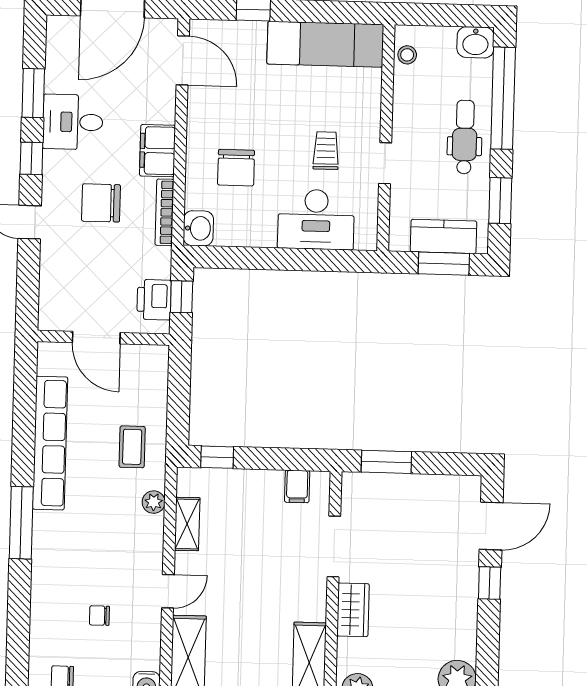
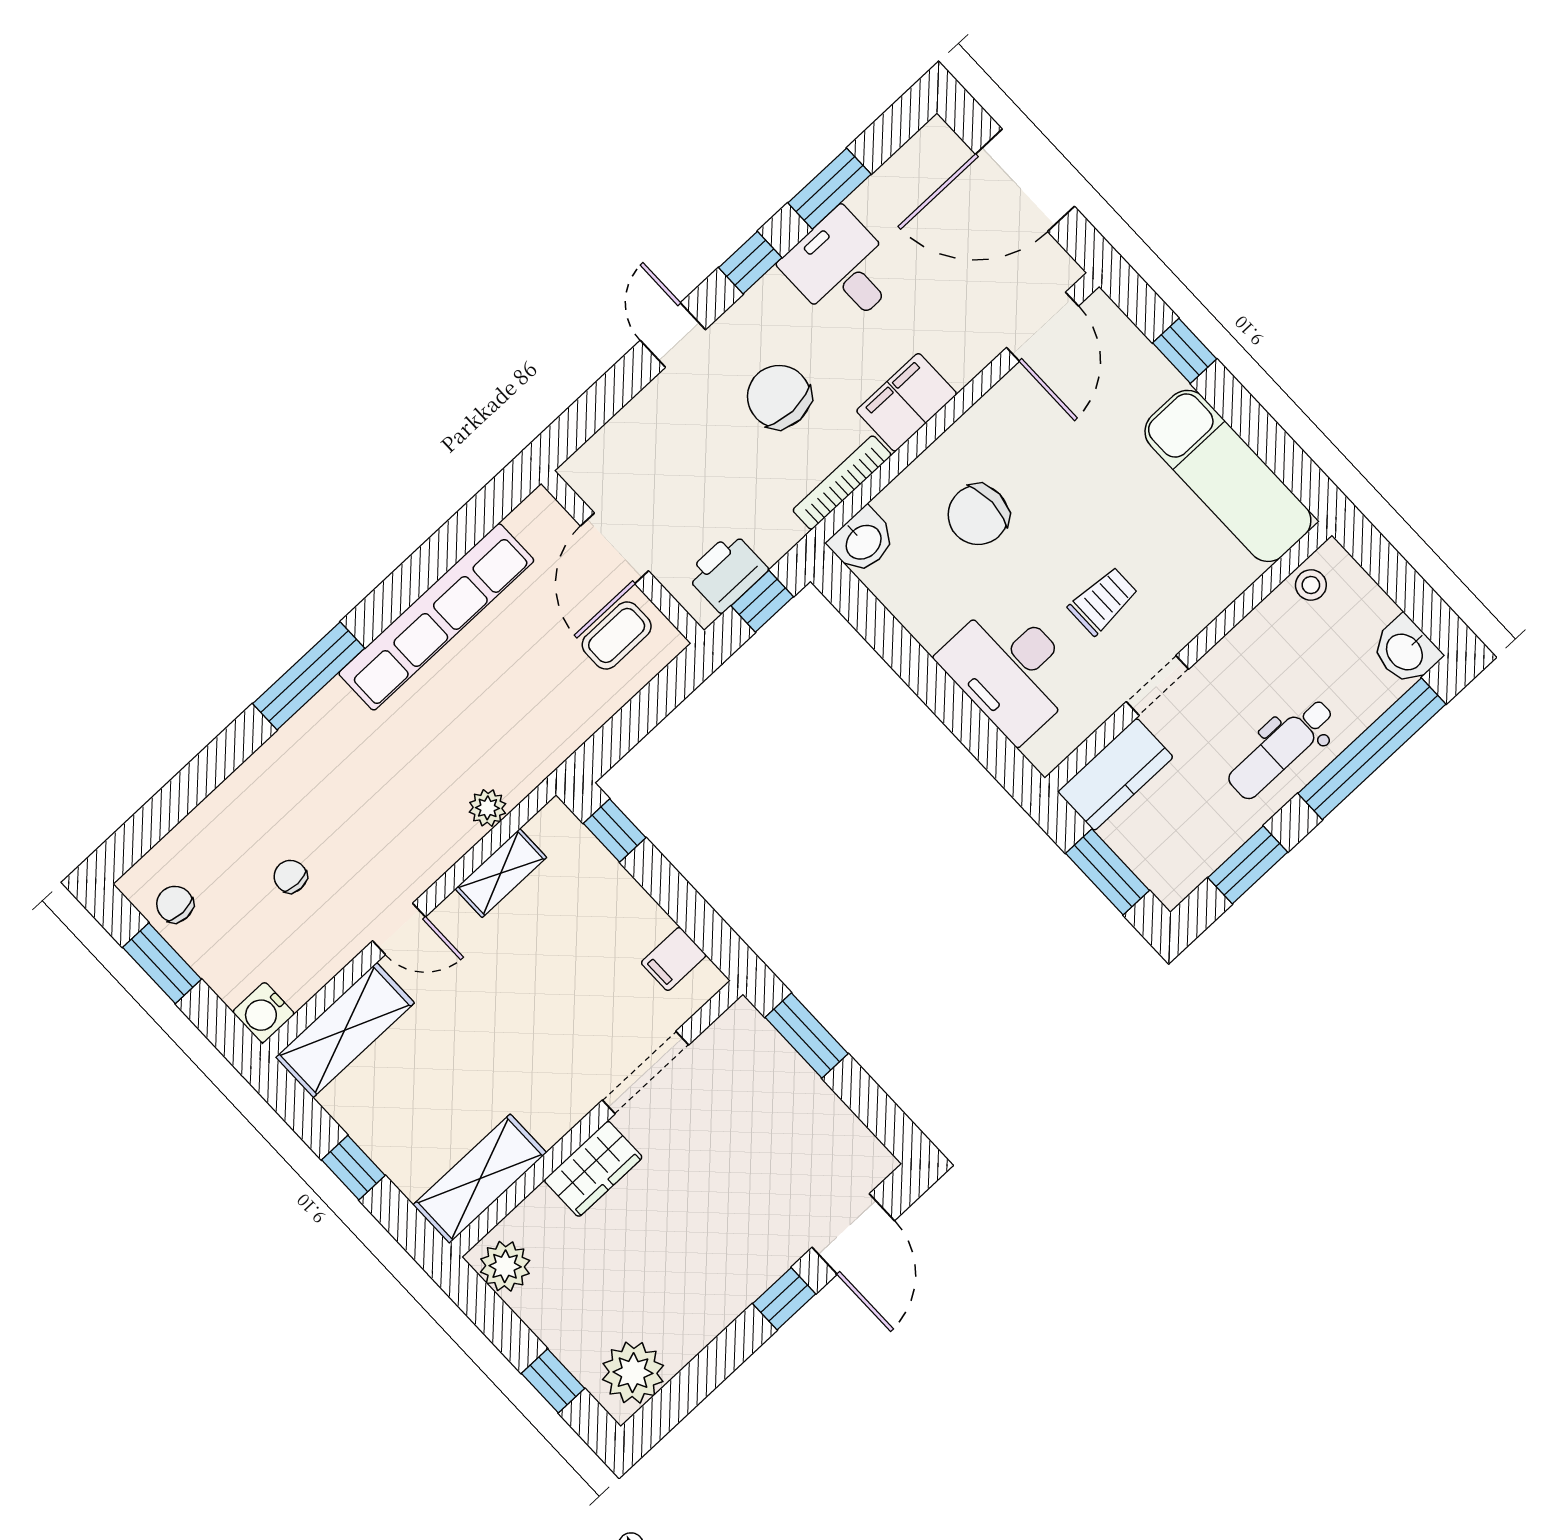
dental chair: (465, 137) -> (1281, 749), turned 180
kitchen counter: (444, 236) -> (1115, 774), moved, turned 90
coffee table: (132, 447) -> (617, 635), moved
door: (491, 526) -> (853, 1234), hinge flipped

